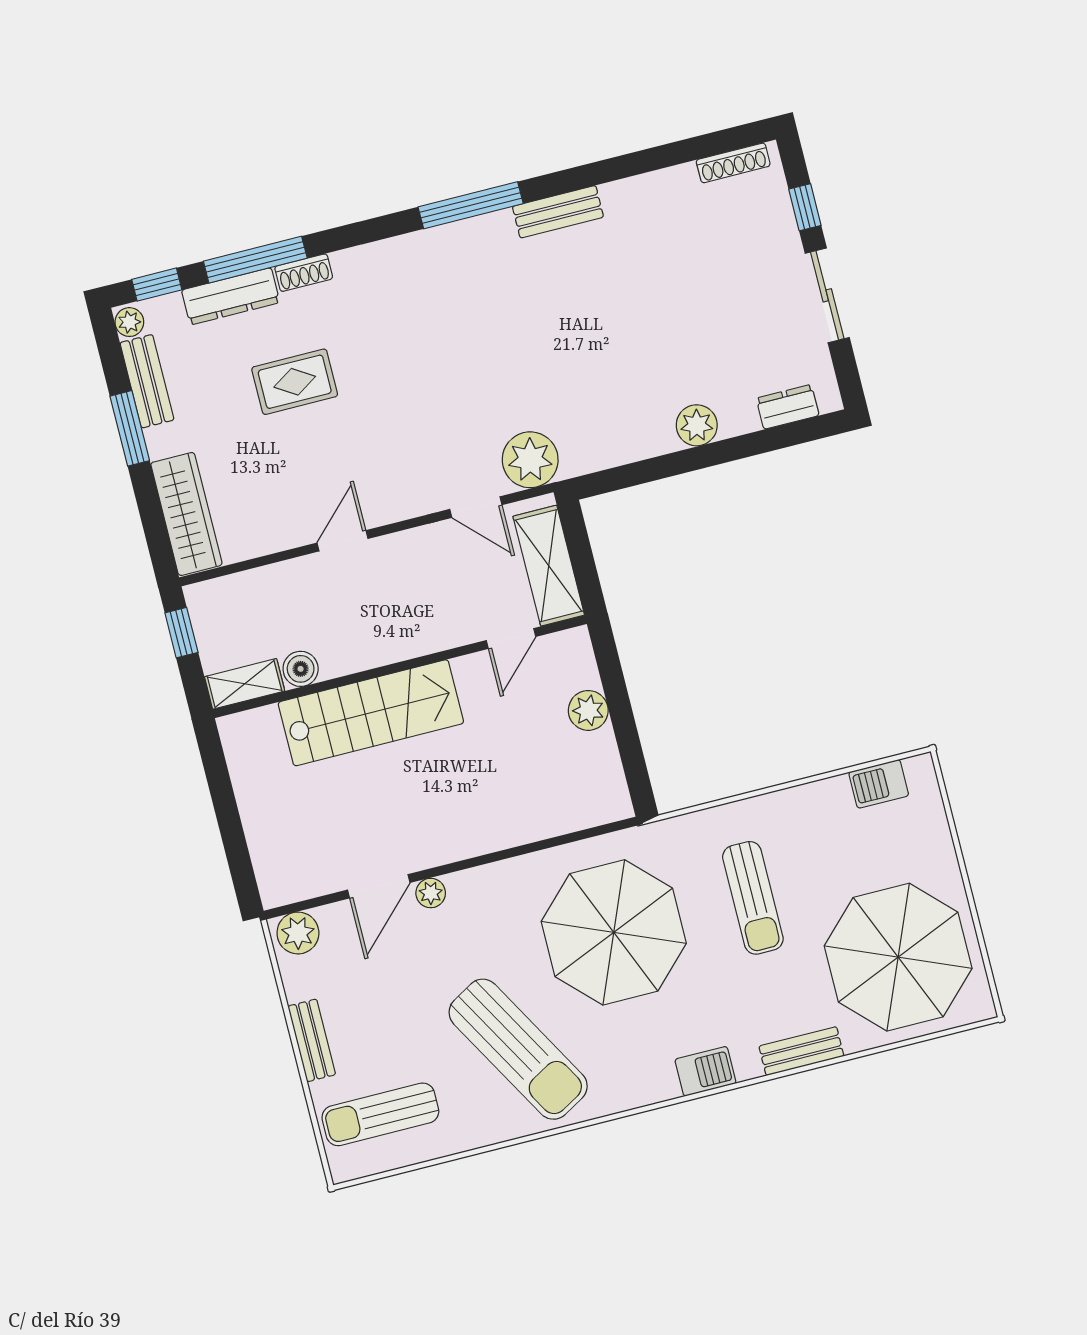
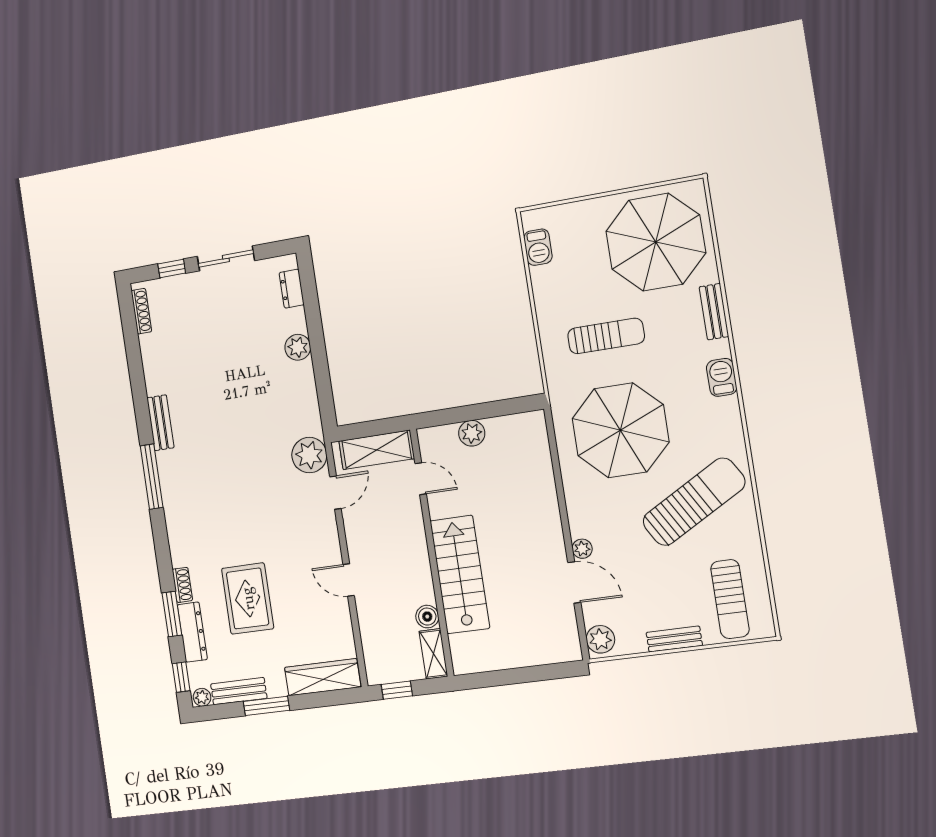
window: (255, 260) -> (172, 614), width x0.69
rug: (295, 382) -> (248, 599), width x1.36, depth x1.43

